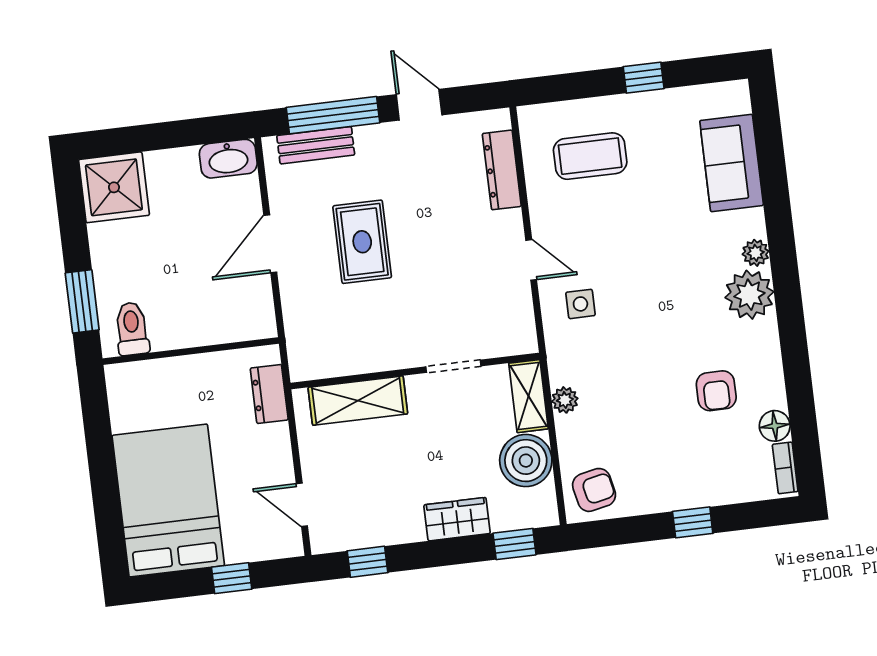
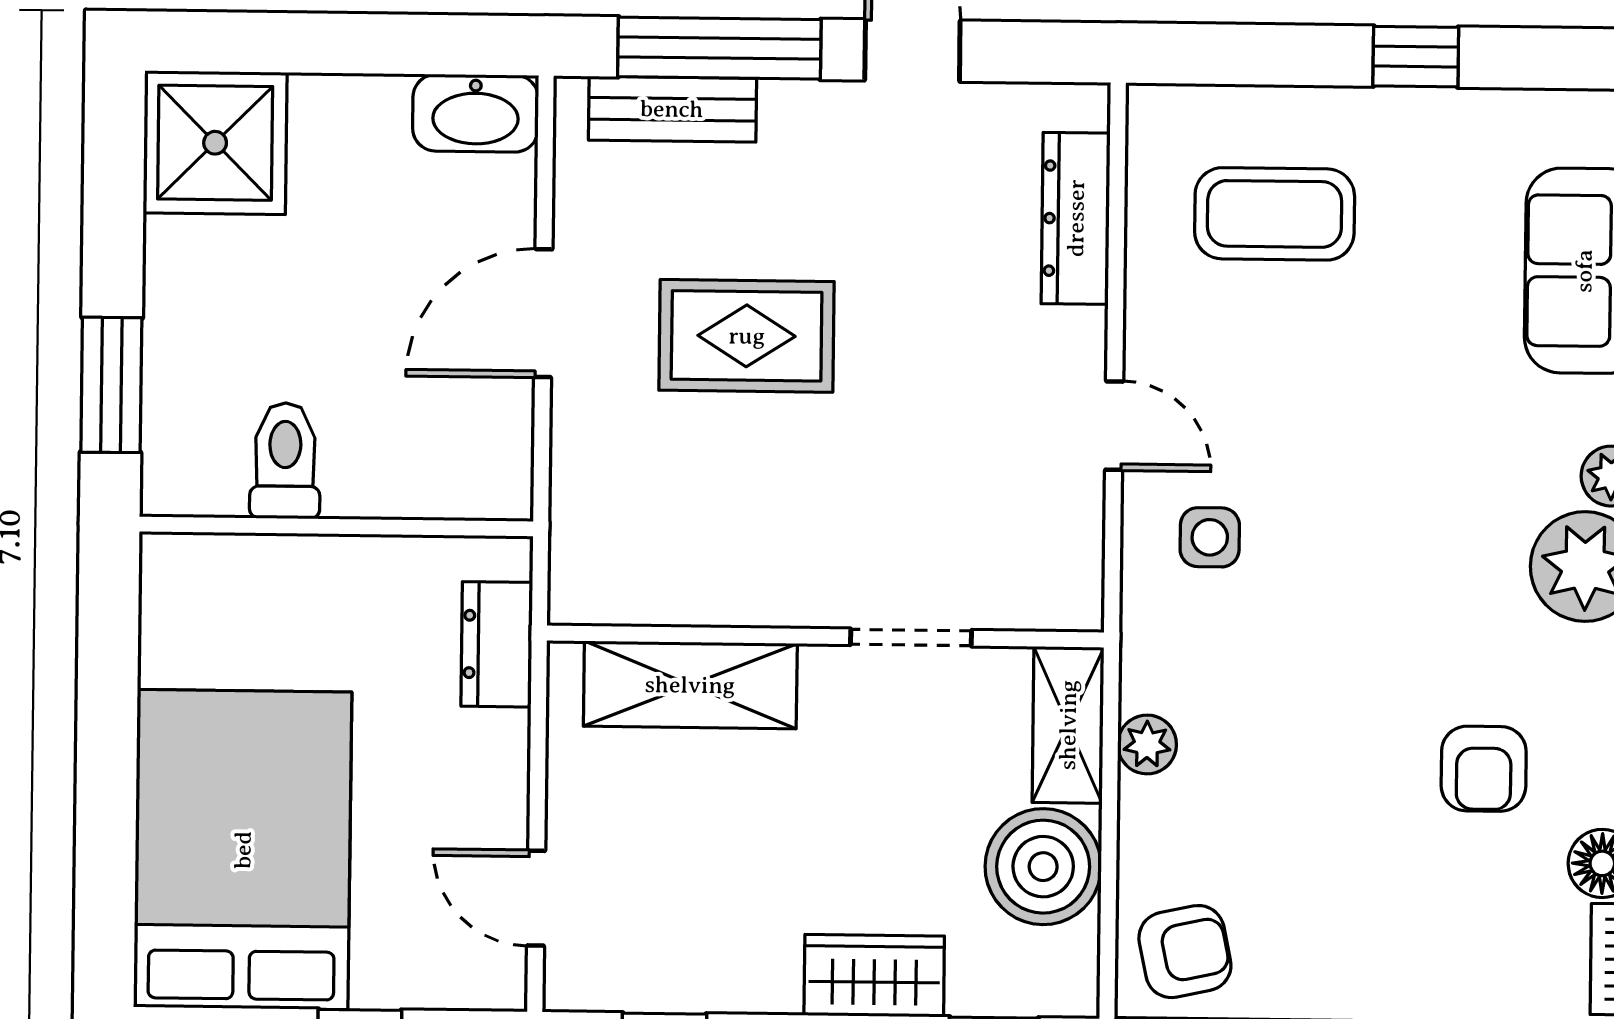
rug: (362, 242) -> (747, 336), turned 90
toilet: (132, 329) -> (285, 461), moved

